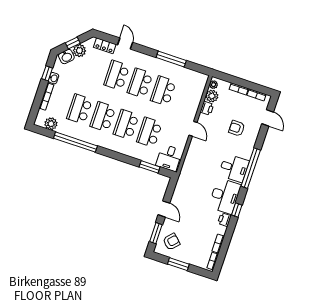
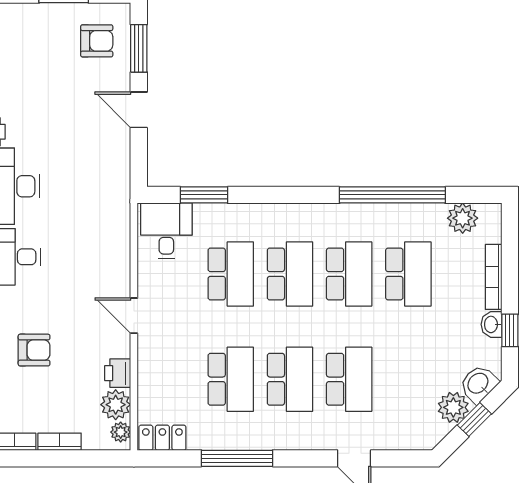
locker: (105, 46) -> (162, 438), moved
armchair: (171, 242) -> (97, 41), turned -133

